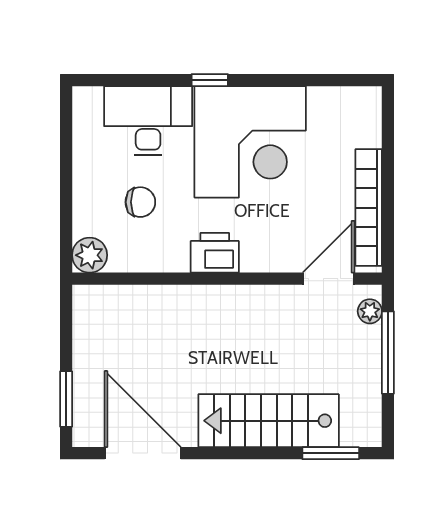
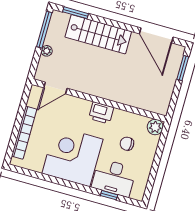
window: (210, 80) -> (109, 195), moved
bookcase: (369, 208) -> (24, 133), moved
plant: (370, 311) -> (47, 51), moved
window: (388, 353) -> (44, 30), moved

